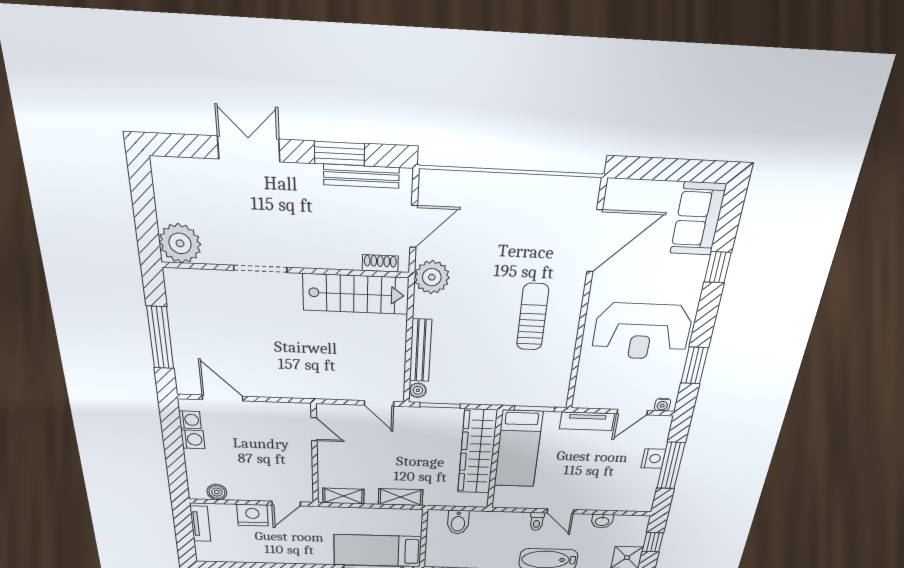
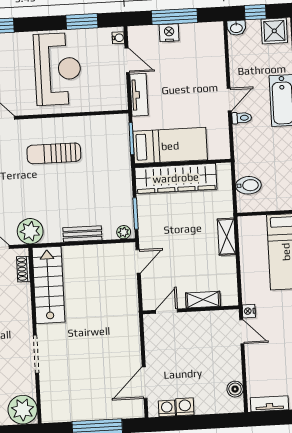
bench: (421, 351) -> (82, 234), width x0.73
shelving: (343, 496) -> (203, 300), moved, turned 90
nightstand: (253, 515) -> (249, 311), moved, width x0.53, depth x0.56
washbasin: (602, 521) -> (236, 28), moved, turned 90

